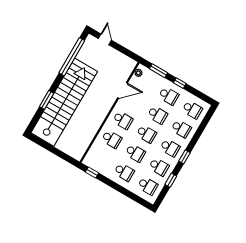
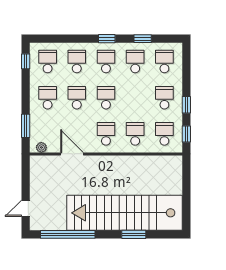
window: (180, 83) -> (26, 61), moved
school desk: (135, 153) -> (164, 134), moved
window: (111, 184) -> (186, 105), added

